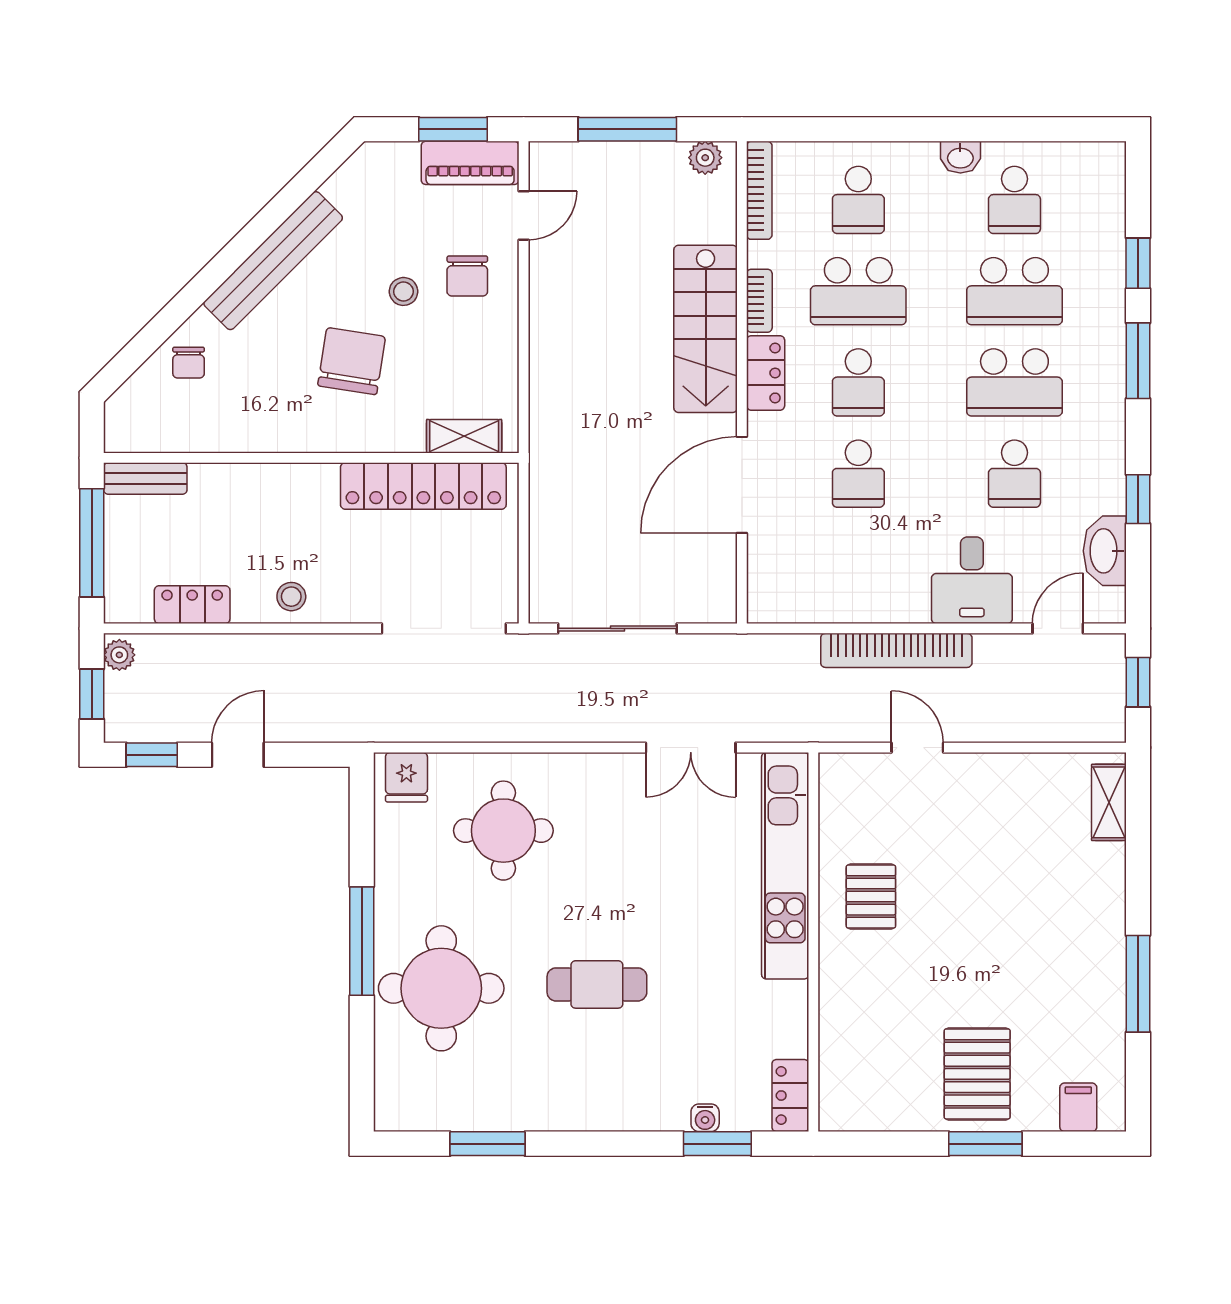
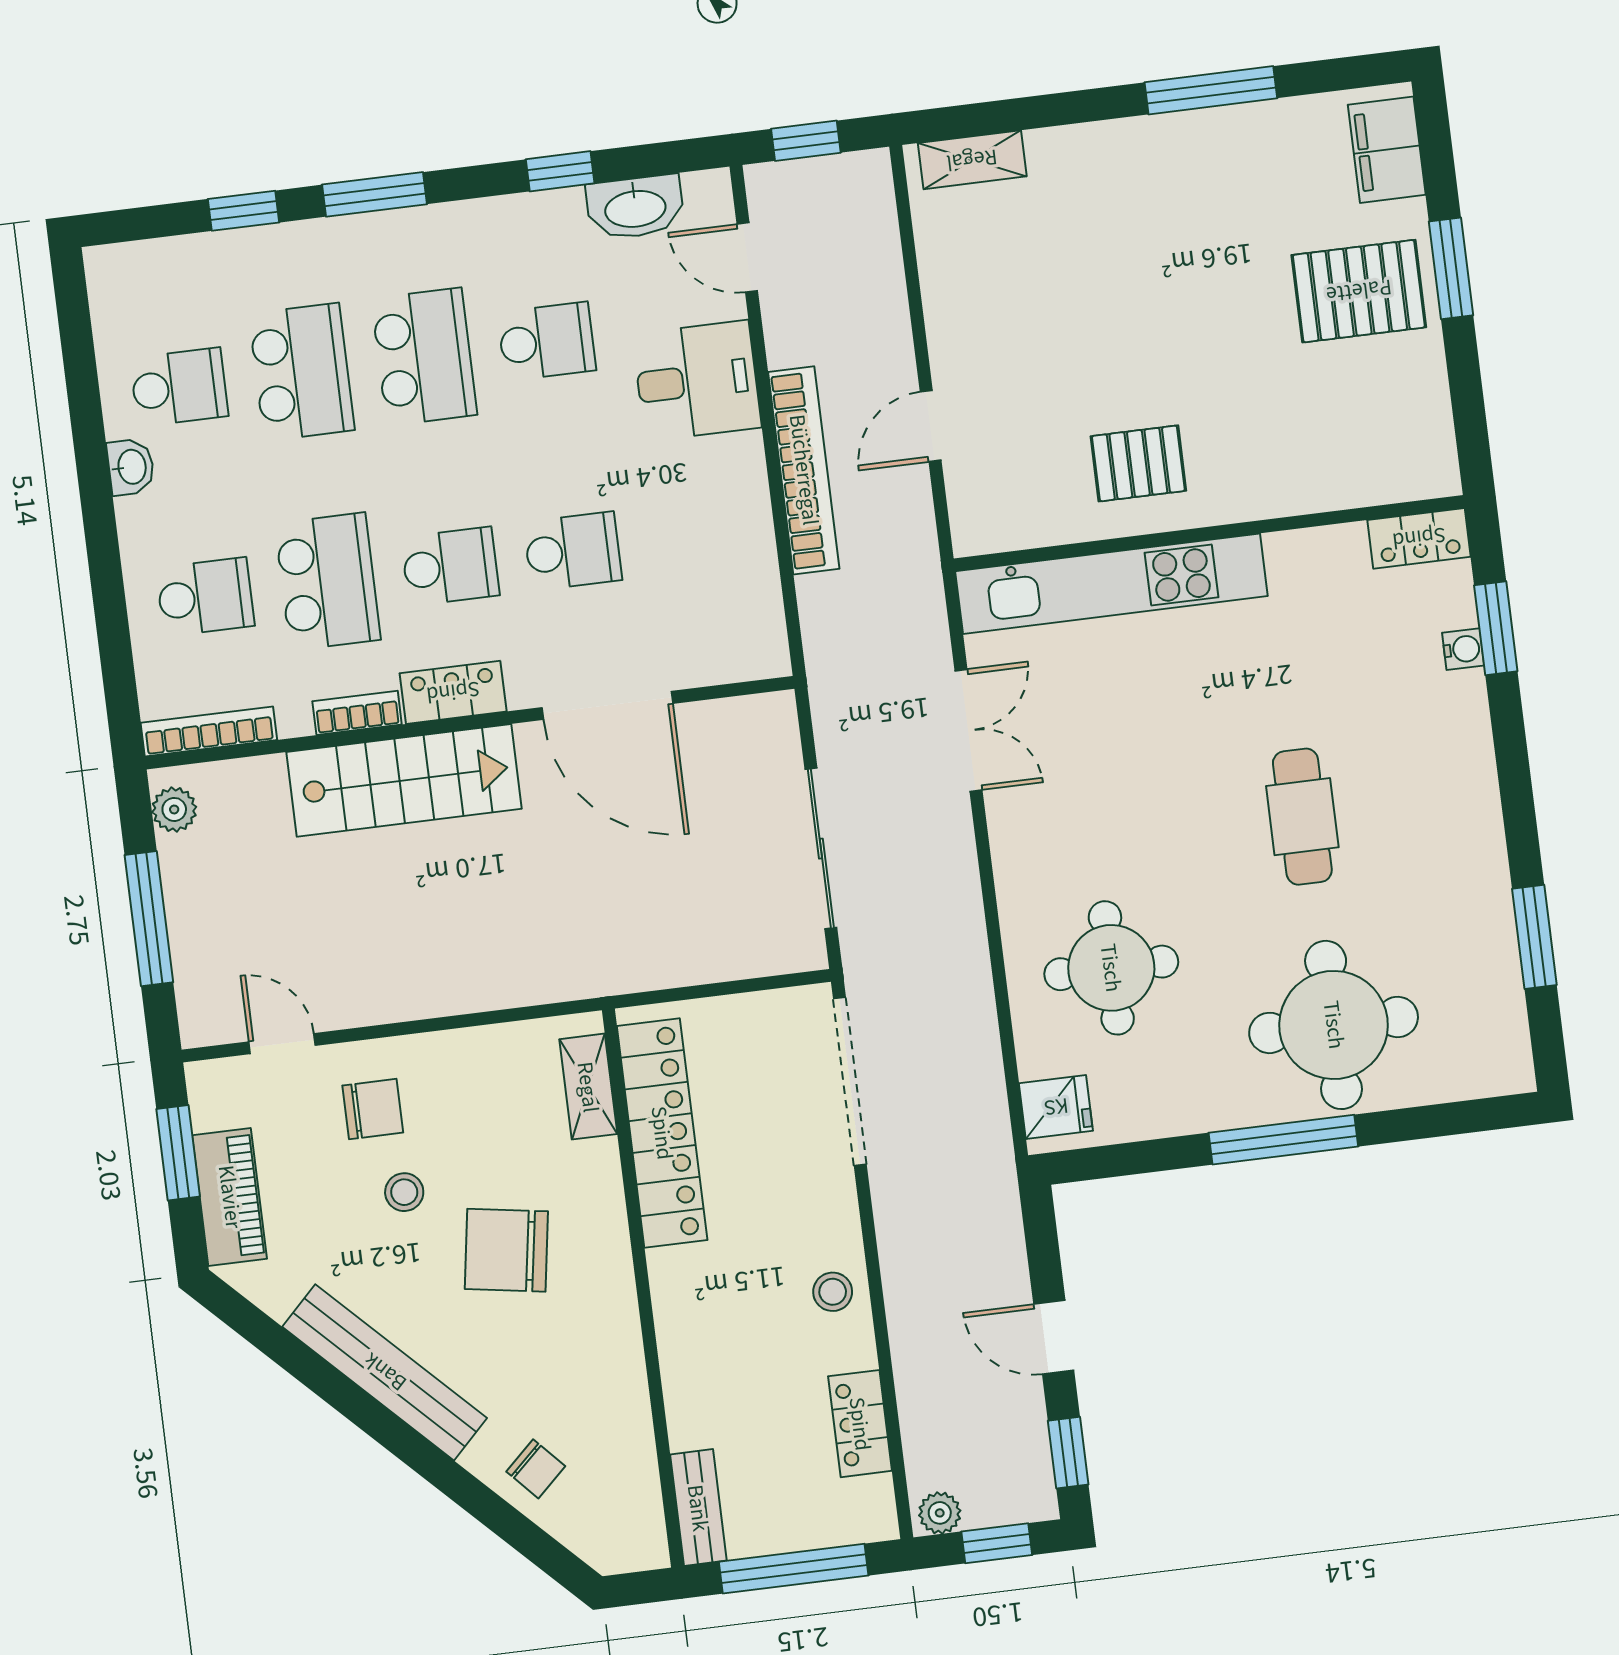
piano: (470, 163) -> (230, 1197), moved
chair: (189, 363) -> (536, 1469), turned 47
filing cabinet: (1078, 1107) -> (1387, 150), width x2.00

